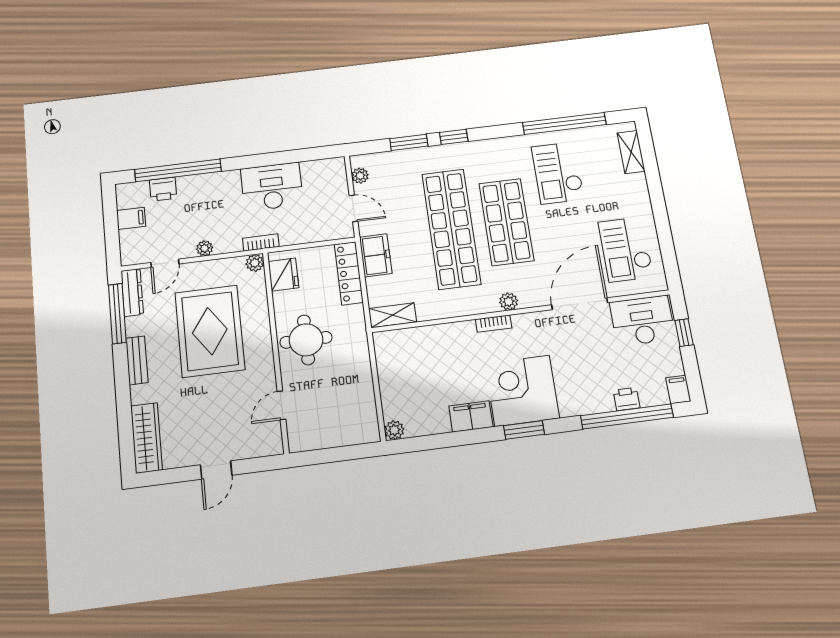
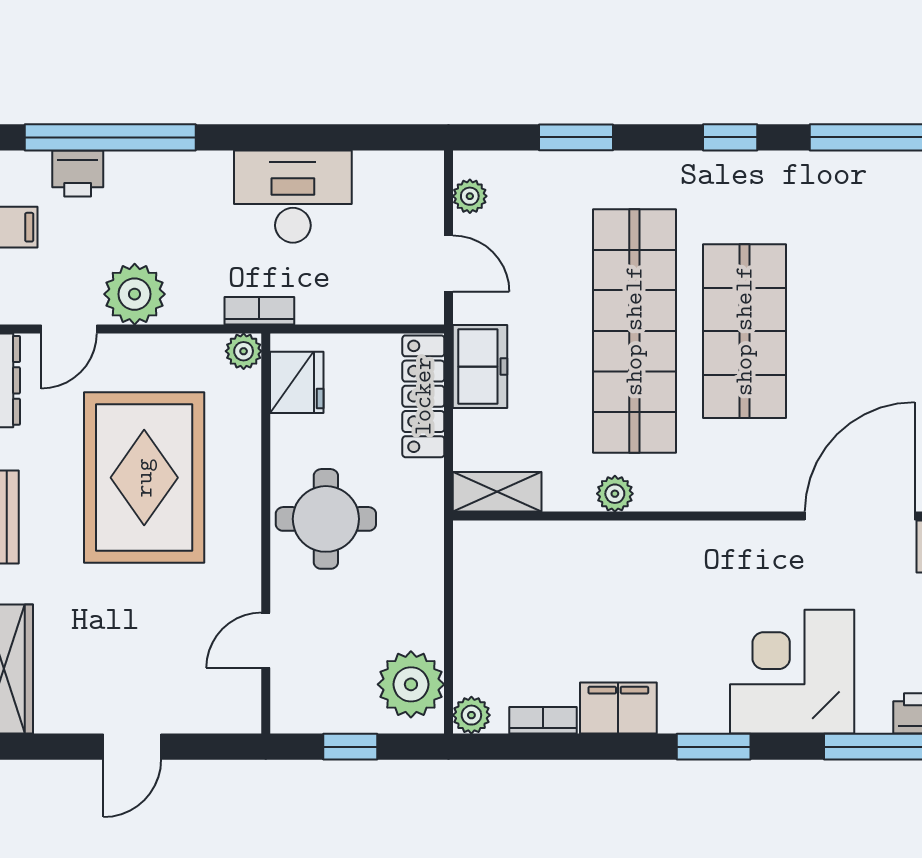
window: (454, 137) -> (730, 137), moved
checkout: (558, 173) -> (862, 242), removed
plant: (205, 248) -> (135, 294), width x1.87, depth x1.87
plant: (509, 301) -> (615, 494), moved
bookcase: (494, 324) -> (543, 720), moved, turned 180
corner desk: (522, 391) -> (792, 672), moved
plant: (360, 418) -> (411, 684), added
window: (332, 455) -> (350, 747), added

